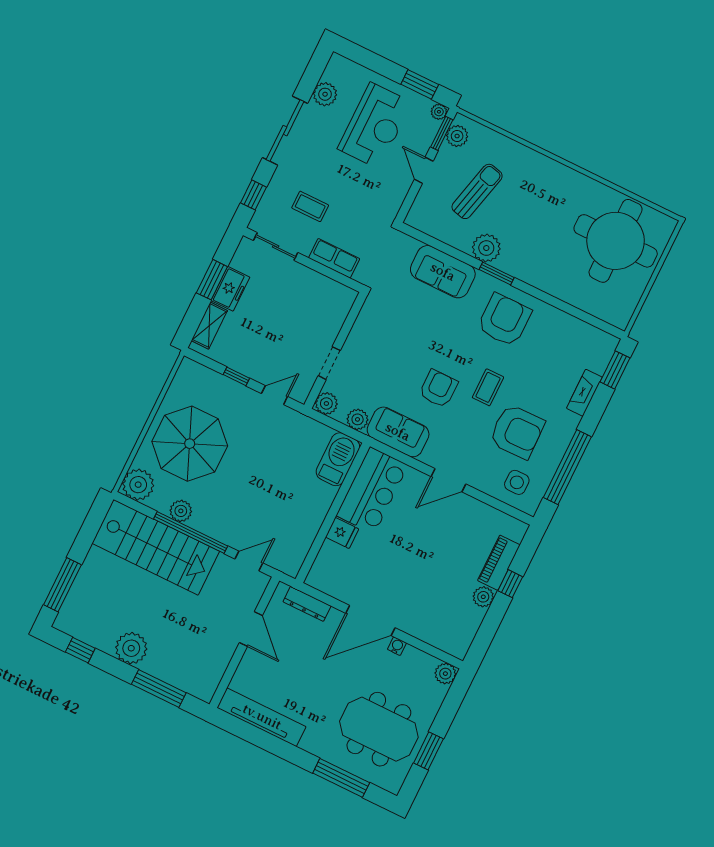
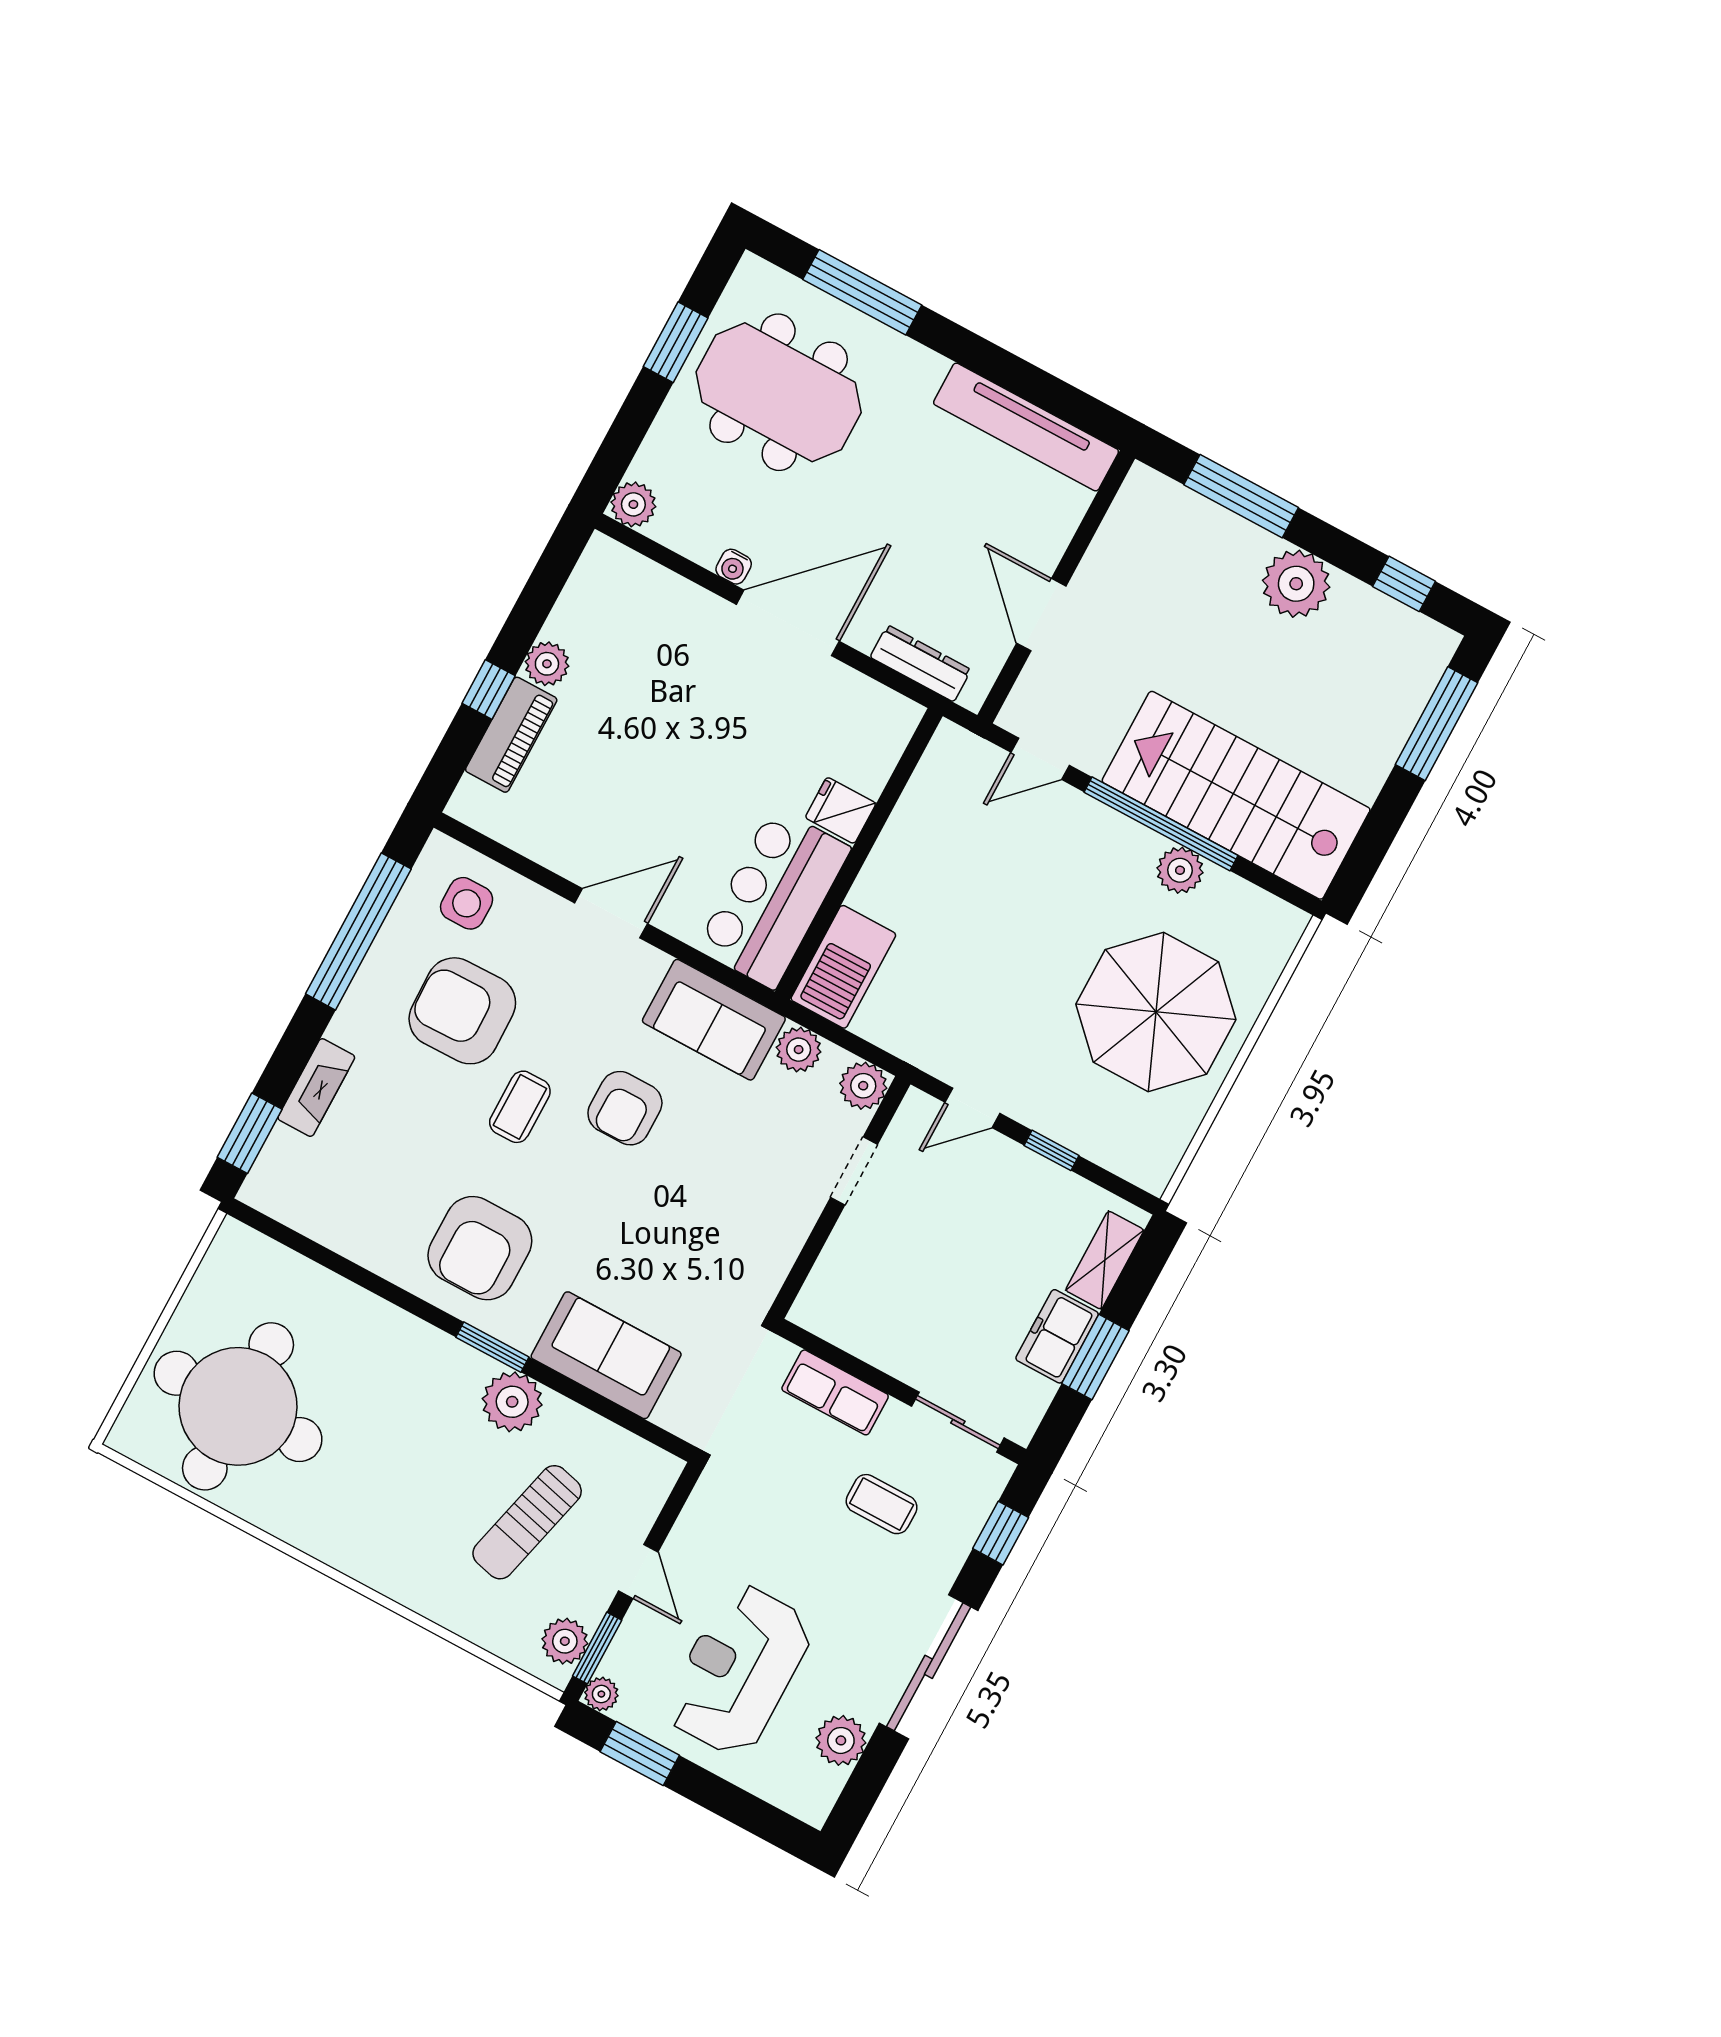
plant: (138, 485) -> (1268, 929), removed

